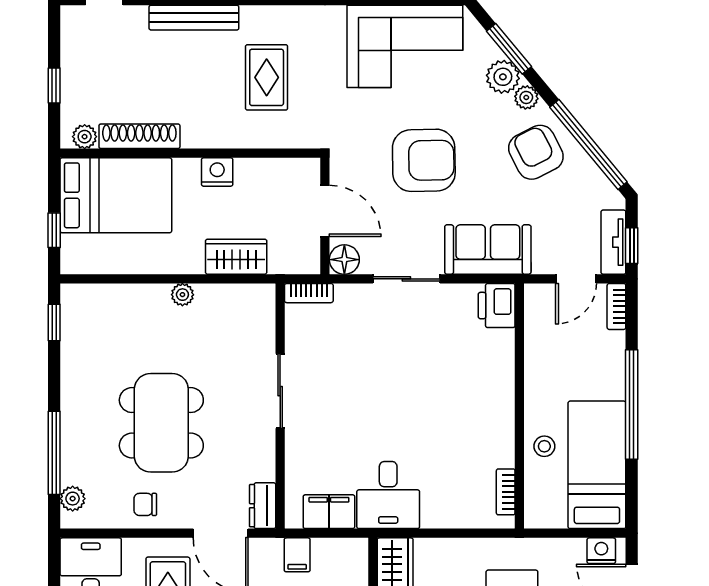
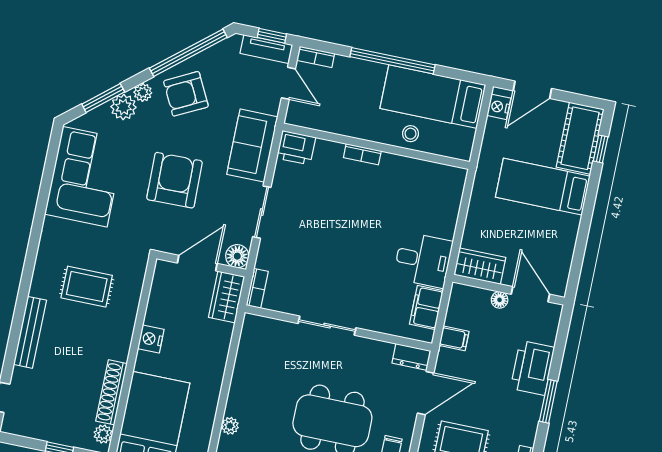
wardrobe: (236, 257) -> (227, 297), moved
plant: (182, 295) -> (230, 426), moved
bookcase: (506, 492) -> (362, 154), moved

